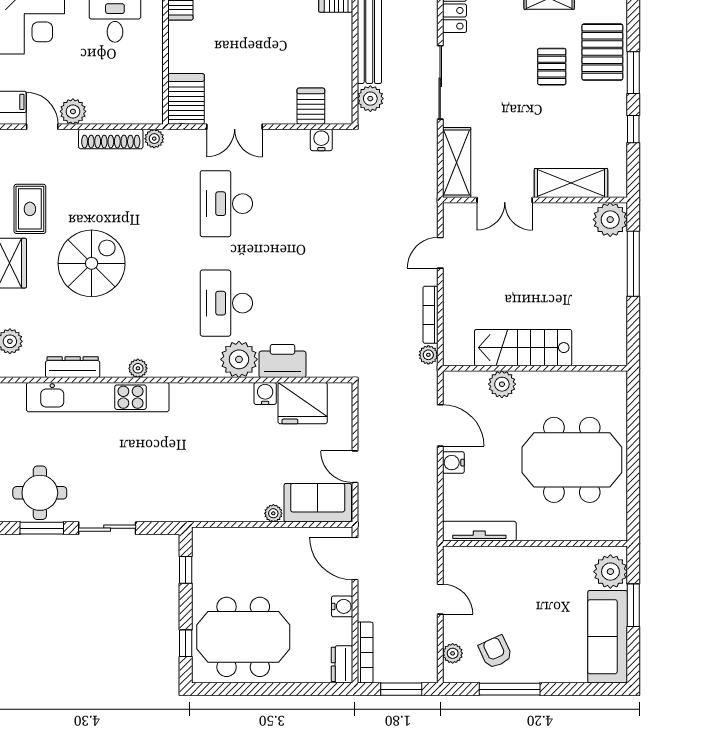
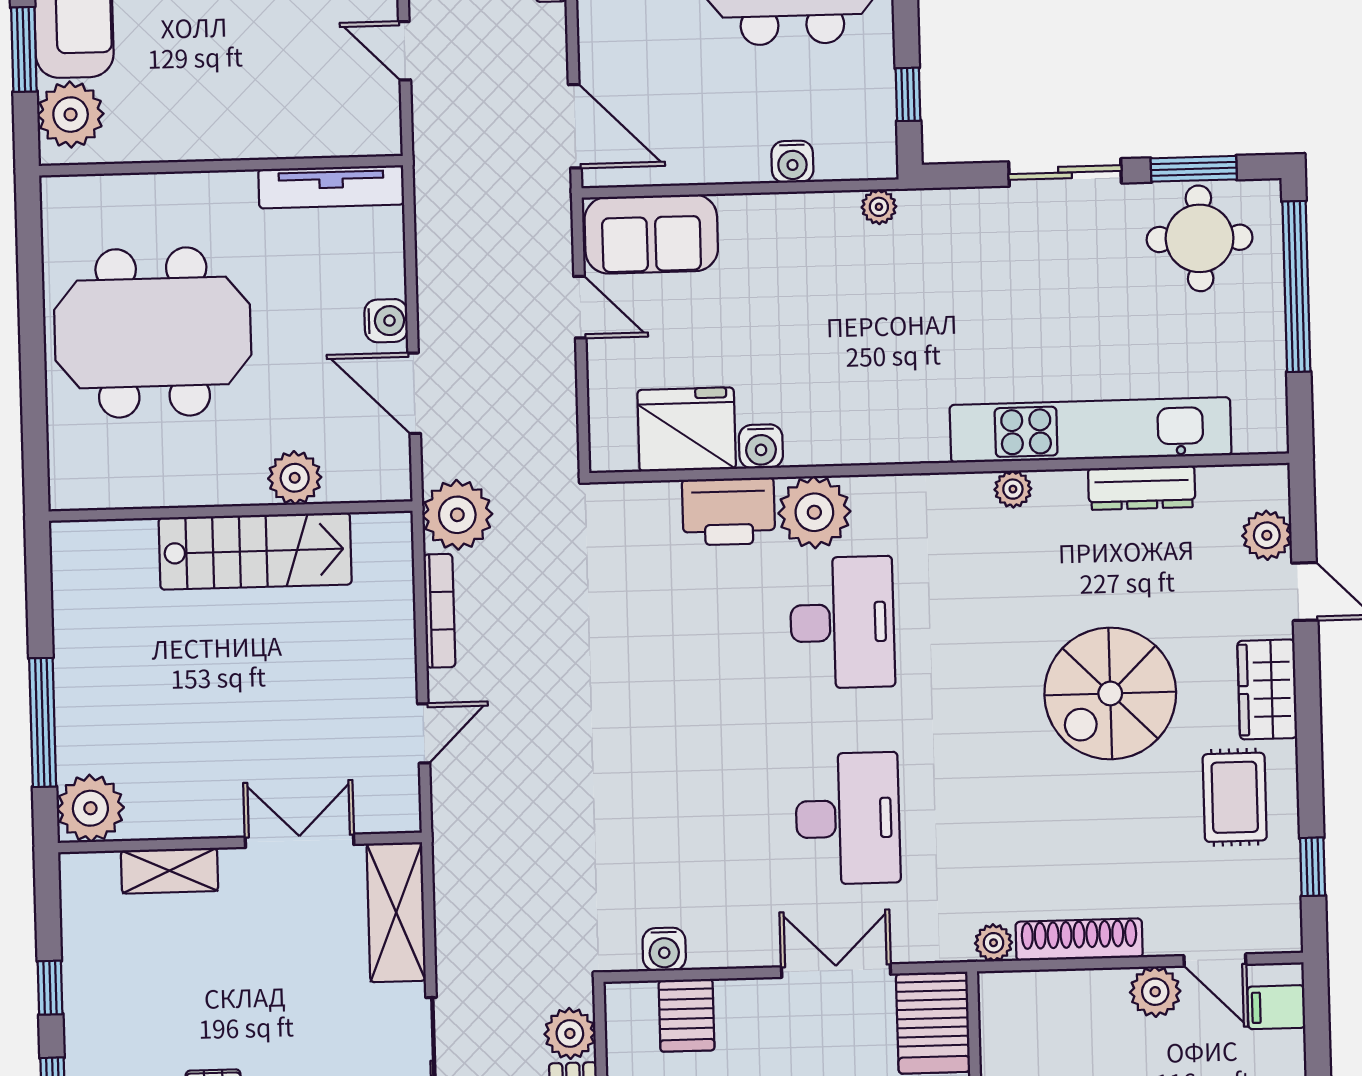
shelving: (571, 183) -> (170, 871), width x0.67, depth x0.75
plant: (428, 355) -> (457, 515), width x1.88, depth x1.88
plant: (273, 513) -> (879, 207), moved
water cooler: (342, 606) -> (792, 162), moved, turned -90

